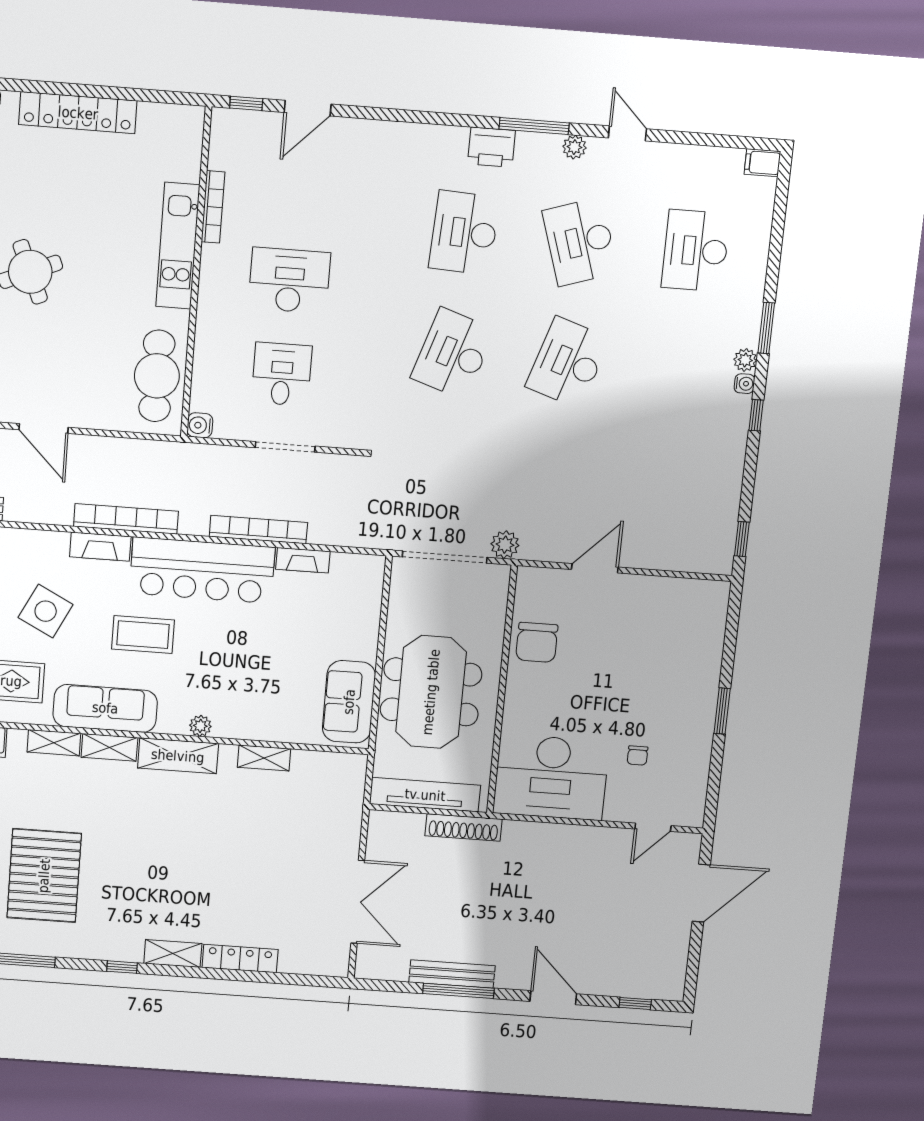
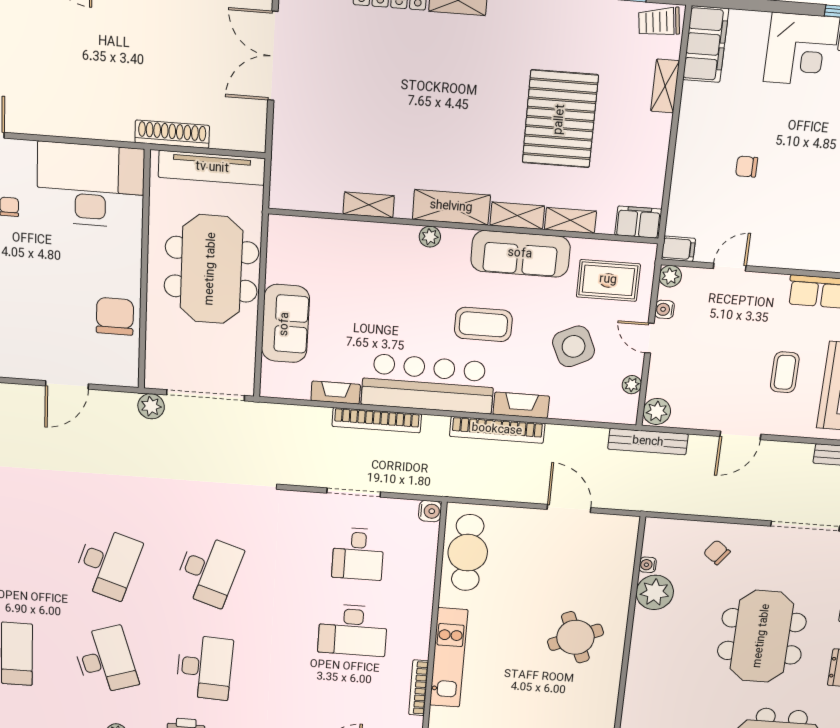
side table: (46, 611) -> (574, 346), turned 38
sofa: (349, 702) -> (285, 324), moved
pallet: (44, 876) -> (560, 119), moved

